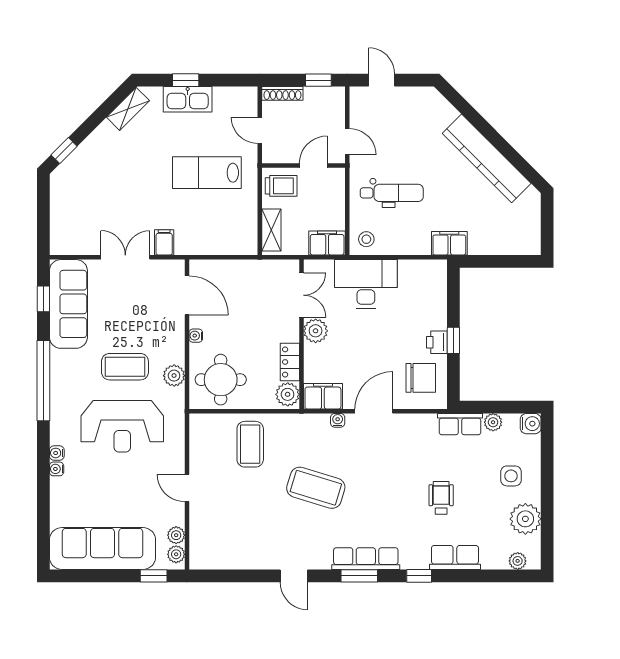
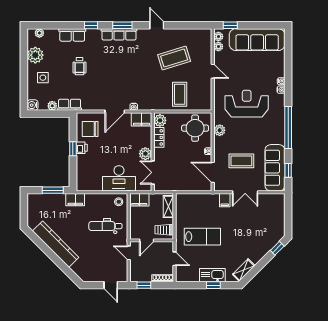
window: (492, 261) -> (53, 190), added
coffee table: (125, 367) -> (241, 161), moved
coffee table: (316, 488) -> (174, 58), moved, turned -34

